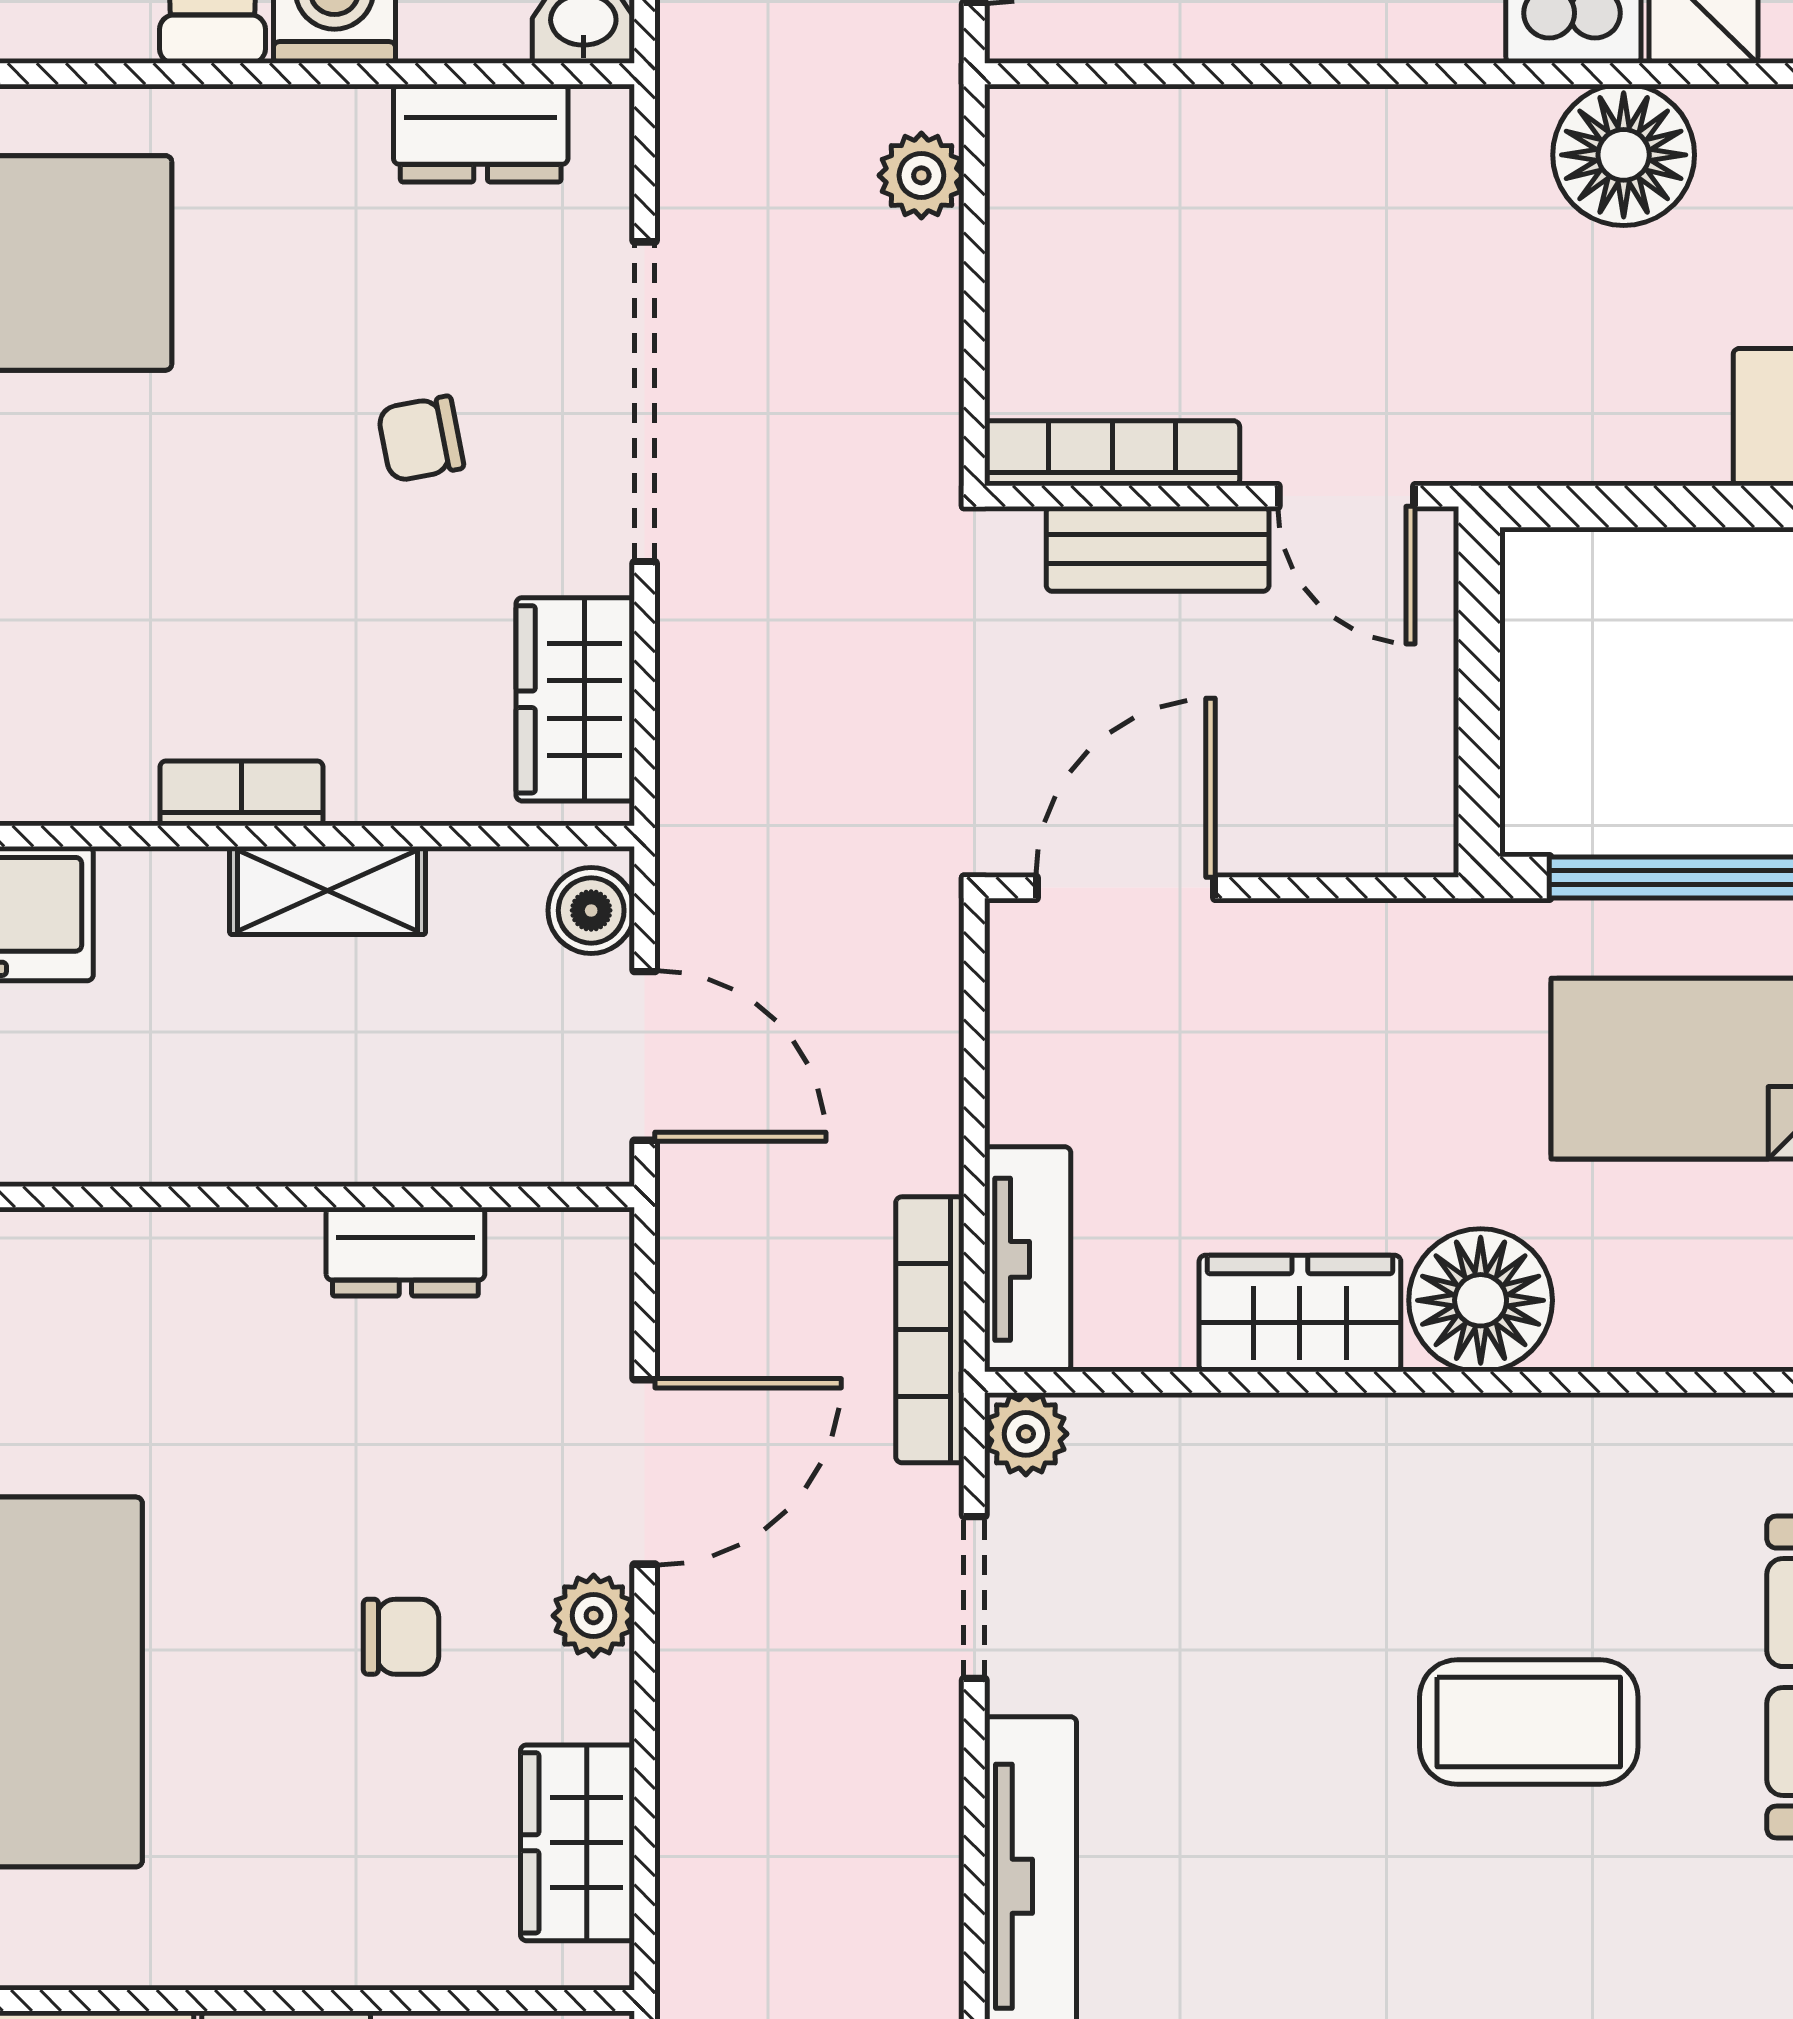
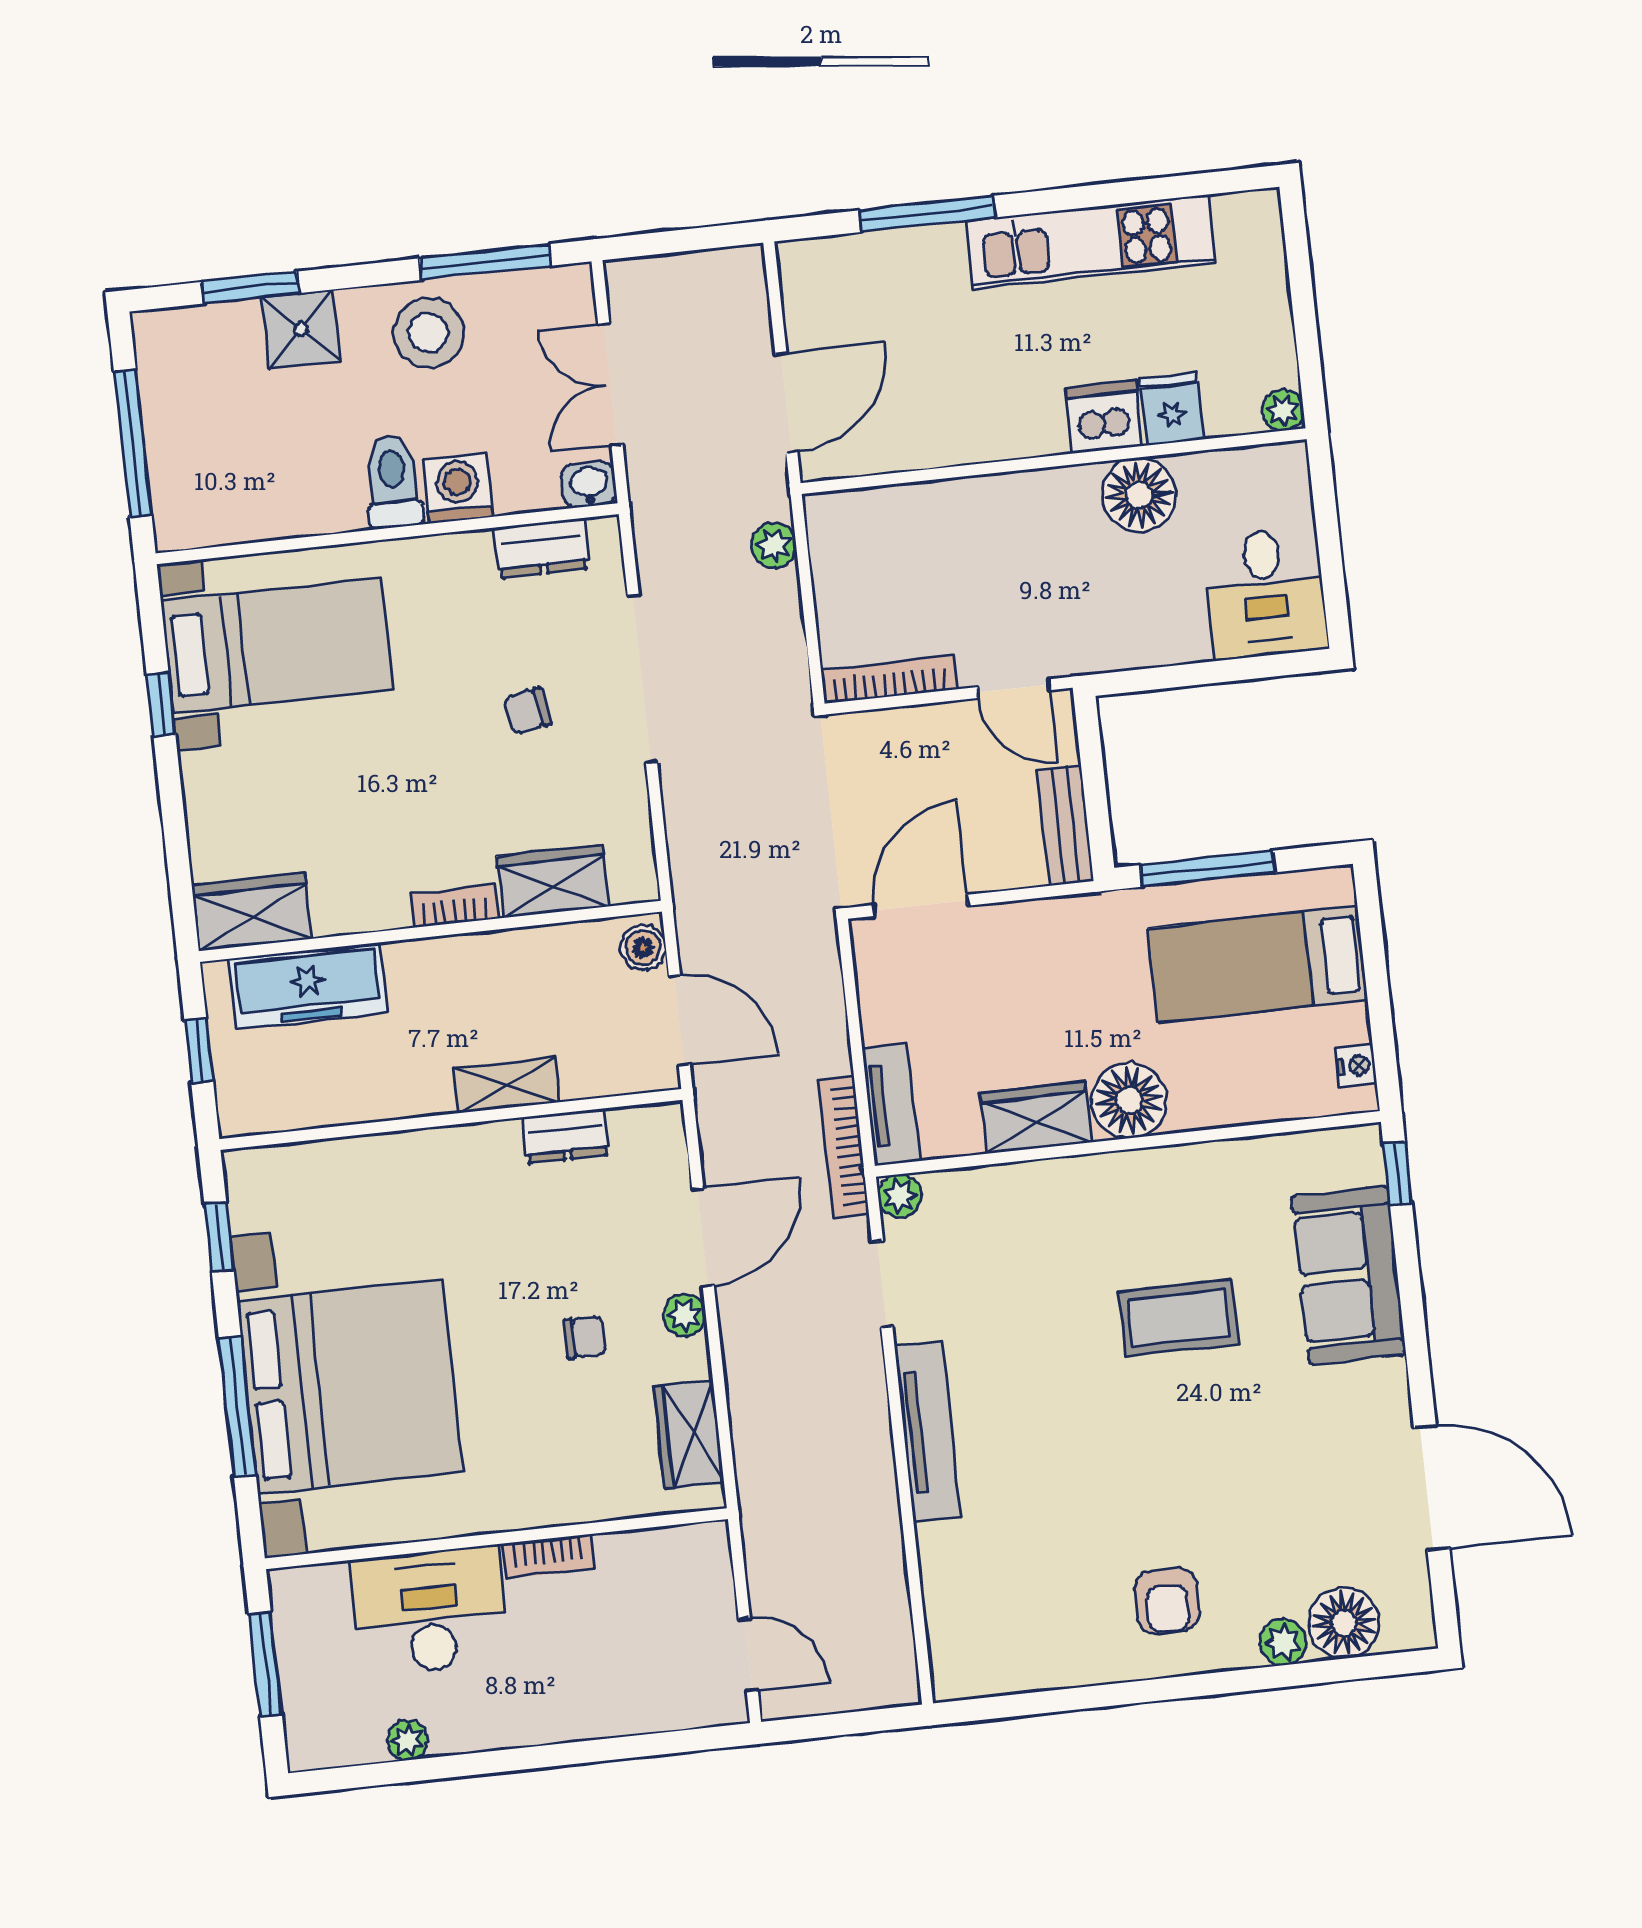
bench: (1158, 549) -> (1065, 825), moved, turned 90
wardrobe: (575, 699) -> (553, 881), moved, turned 90
shelving: (328, 891) -> (507, 1085), moved

